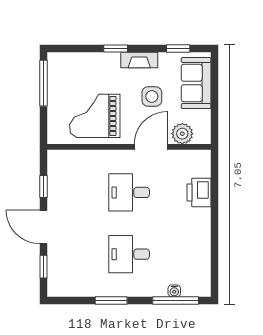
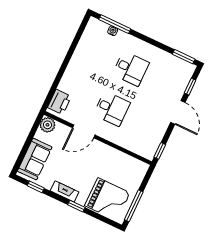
side table: (152, 96) -> (68, 164), removed
grand piano: (95, 116) -> (107, 199), moved
plant: (182, 134) -> (47, 125), moved
window: (43, 186) -> (160, 151), moved
printer: (199, 193) -> (59, 102), moved
window: (111, 301) -> (184, 57), moved

